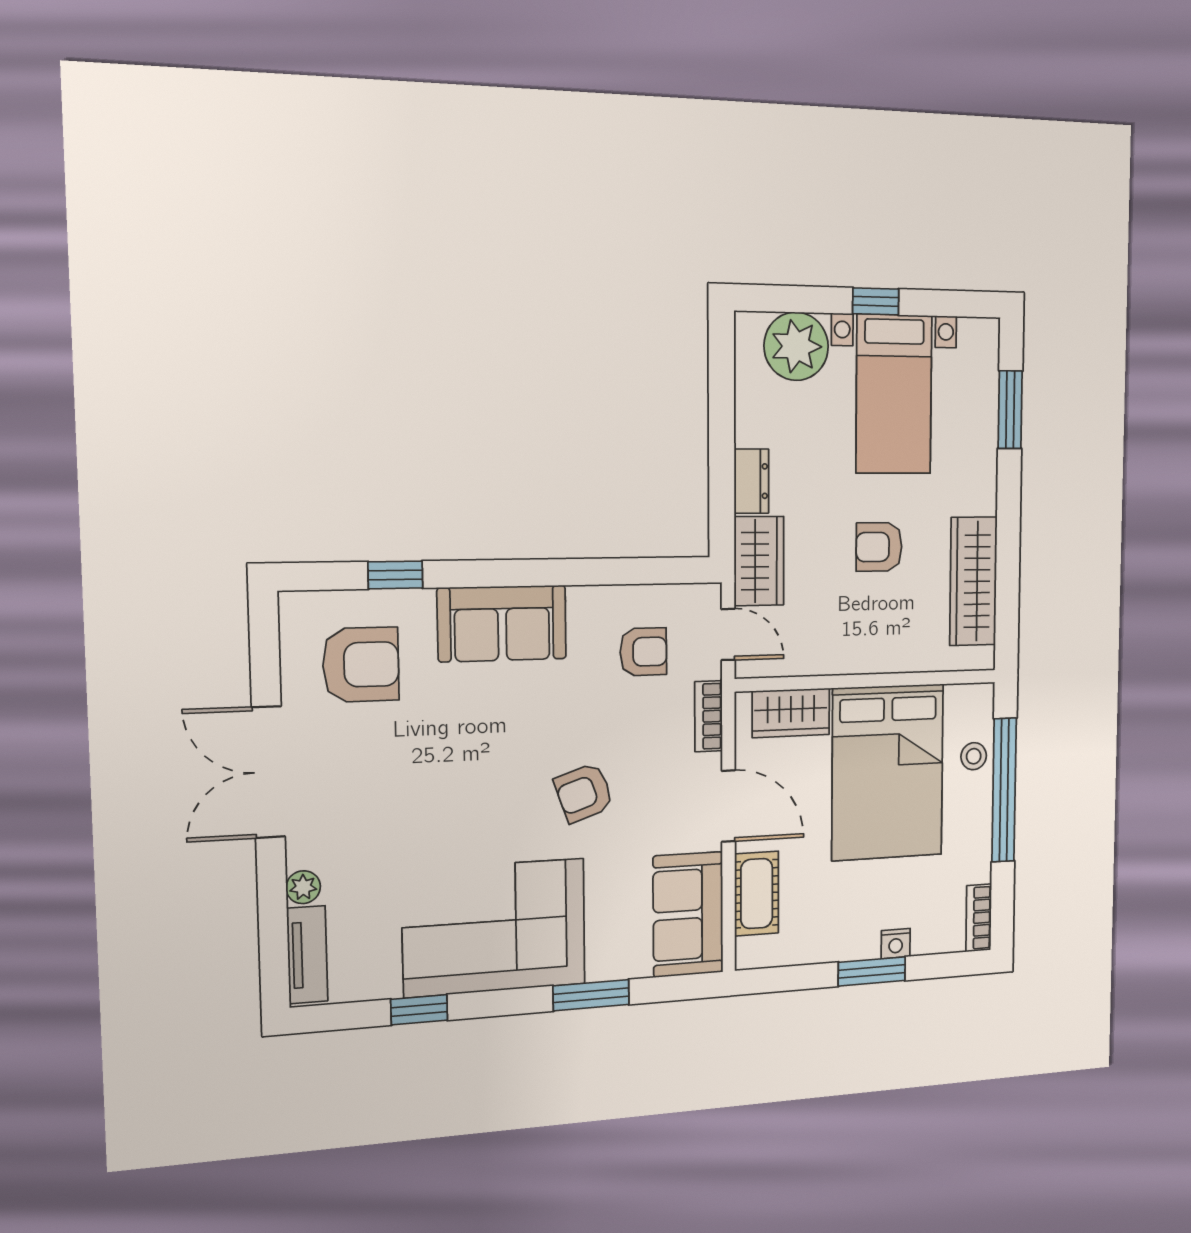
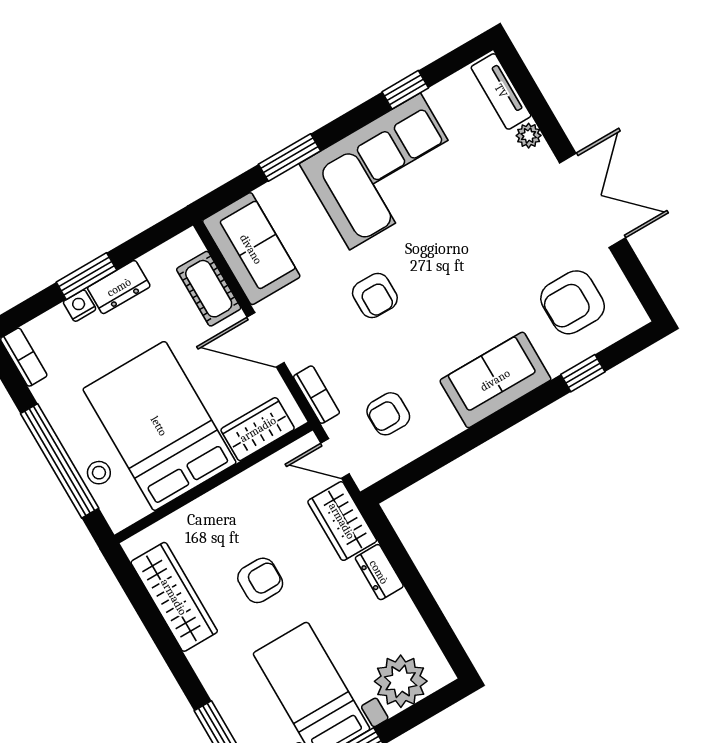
armchair: (584, 793) -> (375, 296), turned 109
dresser: (846, 943) -> (119, 287), added

